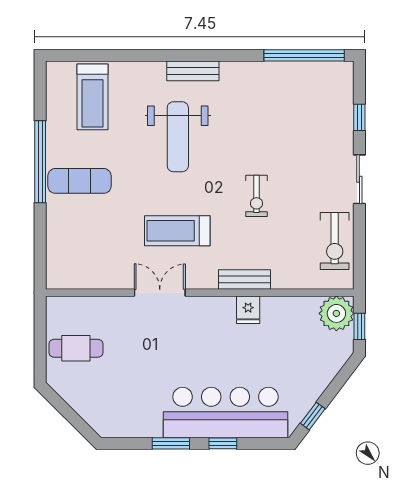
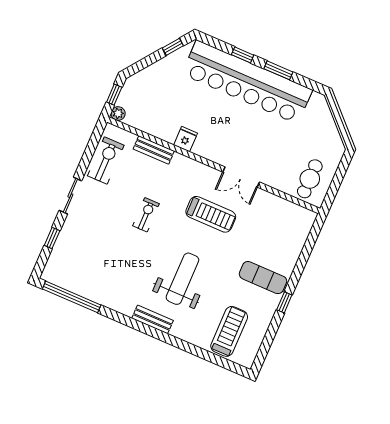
window: (40, 162) -> (284, 302), width x0.32
bench: (245, 279) -> (154, 150), moved
plant: (336, 313) -> (118, 114), width x0.53, depth x0.53
cafe table: (76, 348) -> (310, 179), moved, turned 90
bar counter: (225, 413) -> (247, 82), width x1.36

